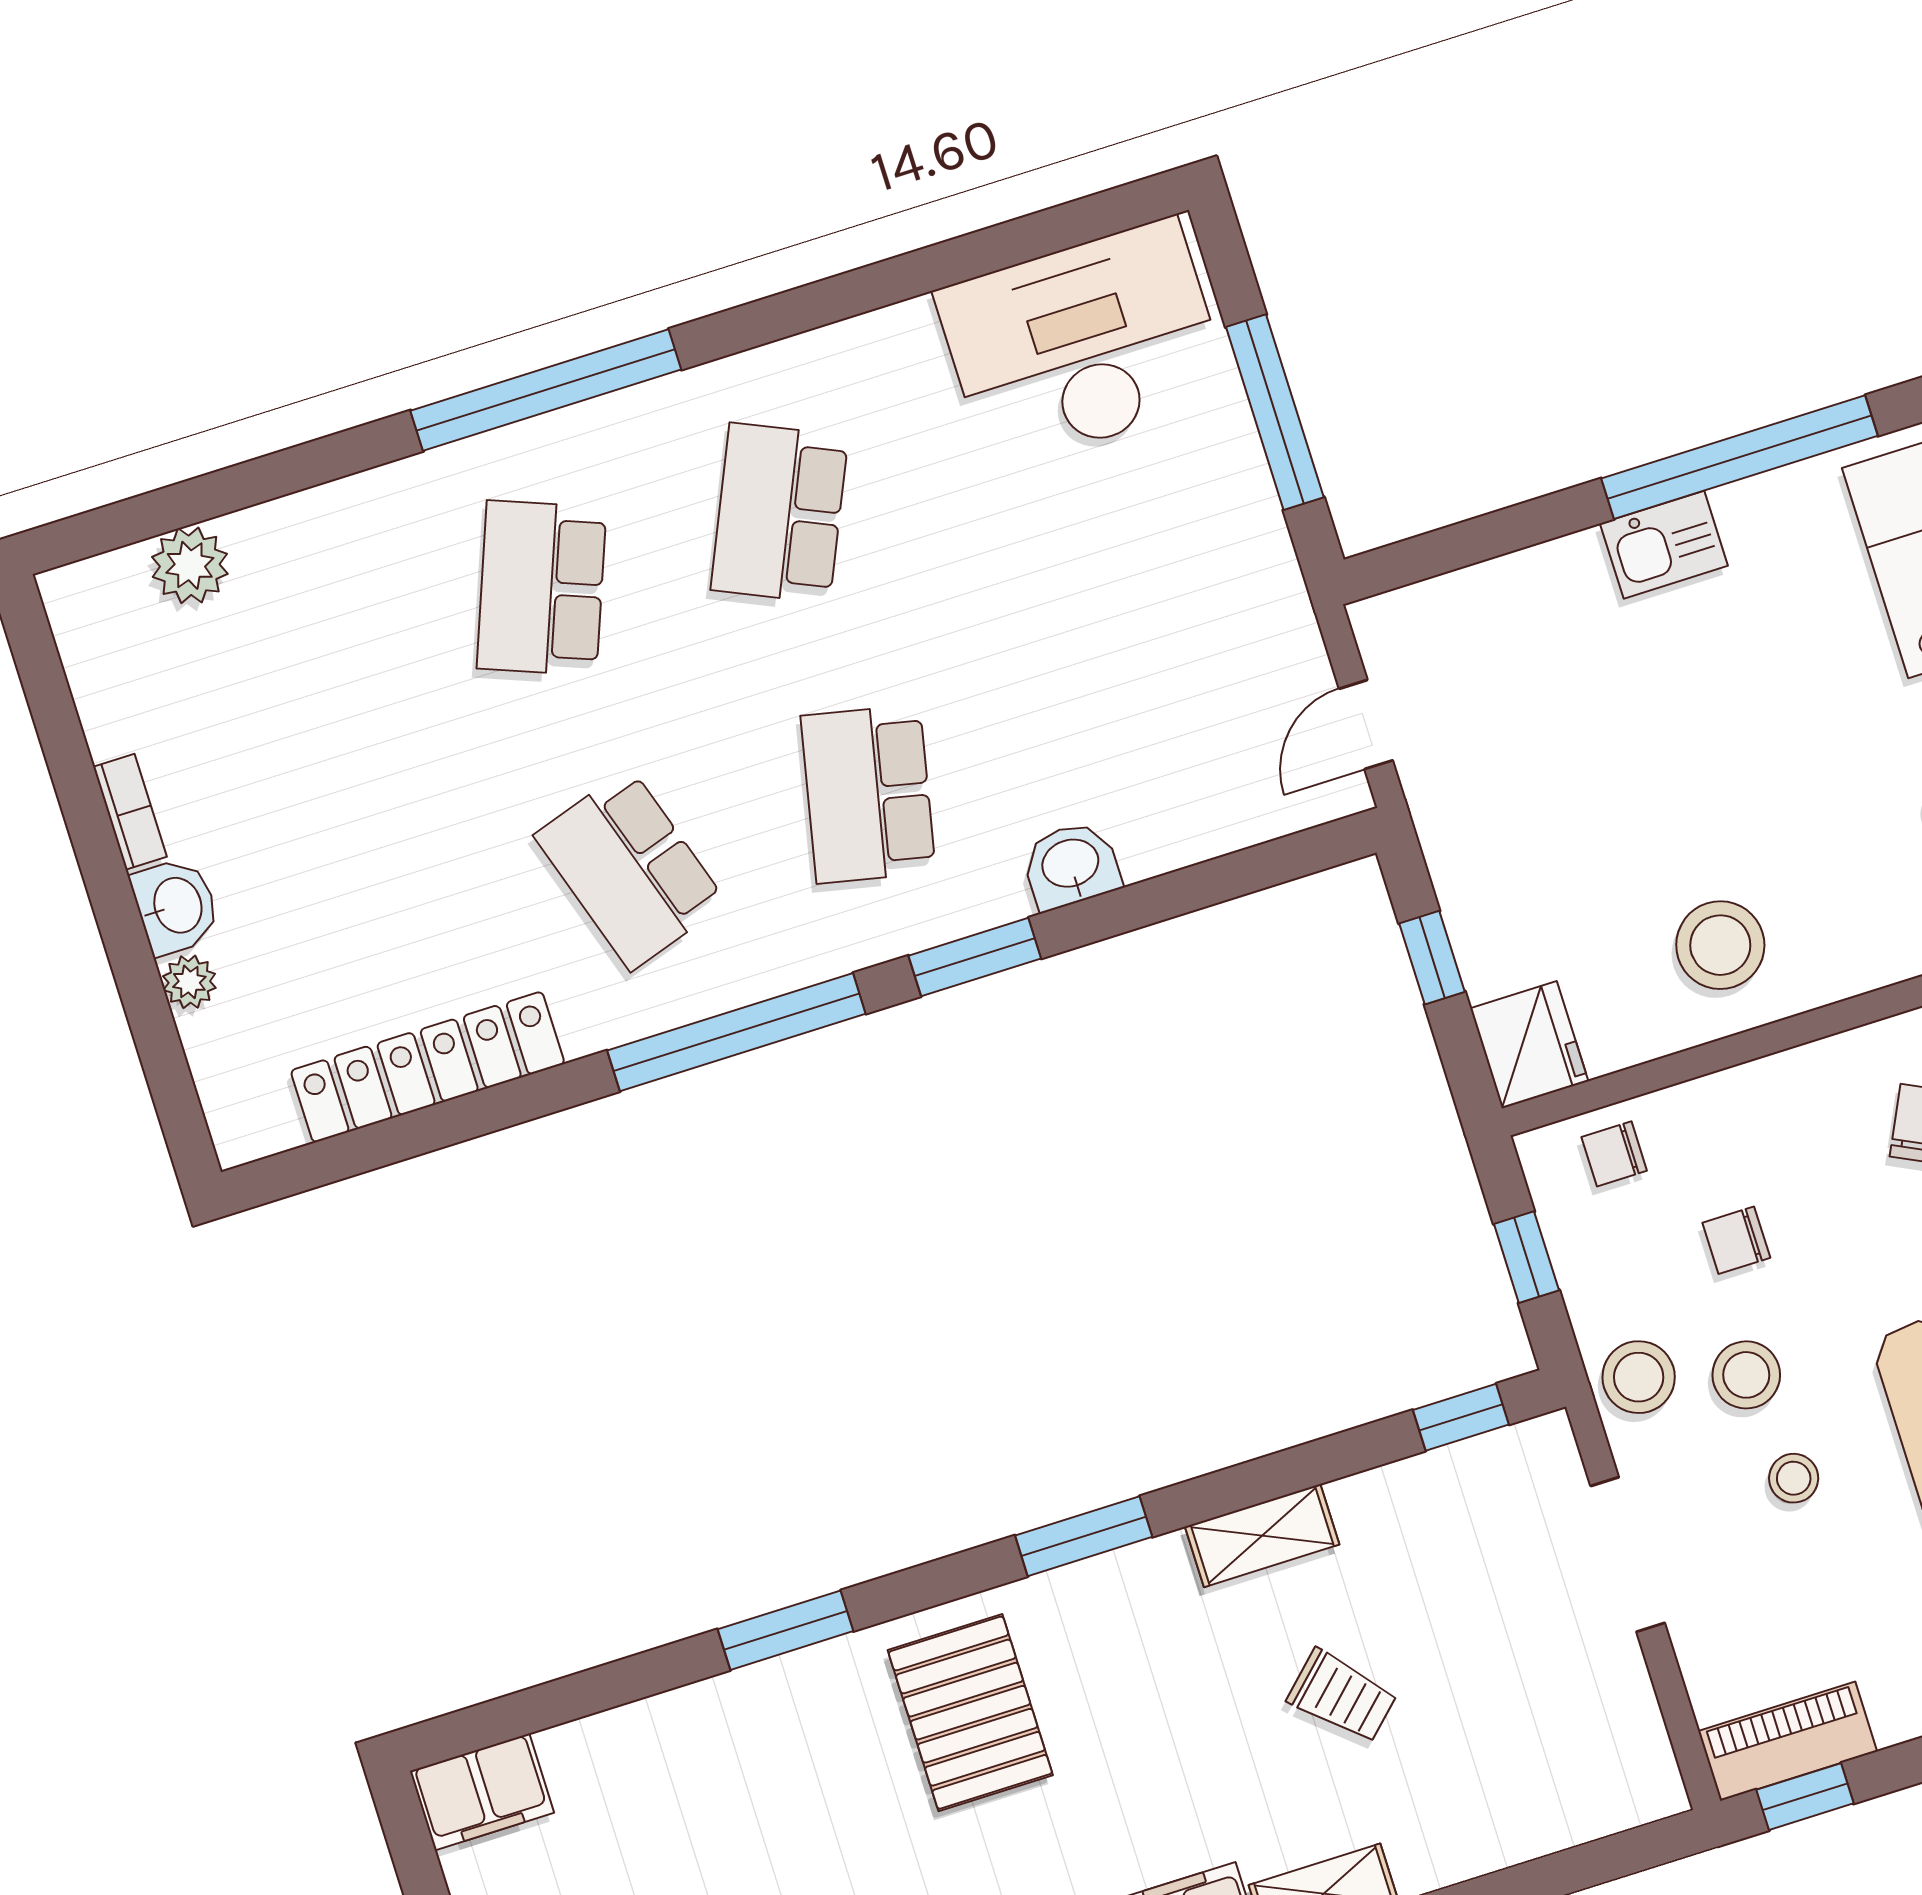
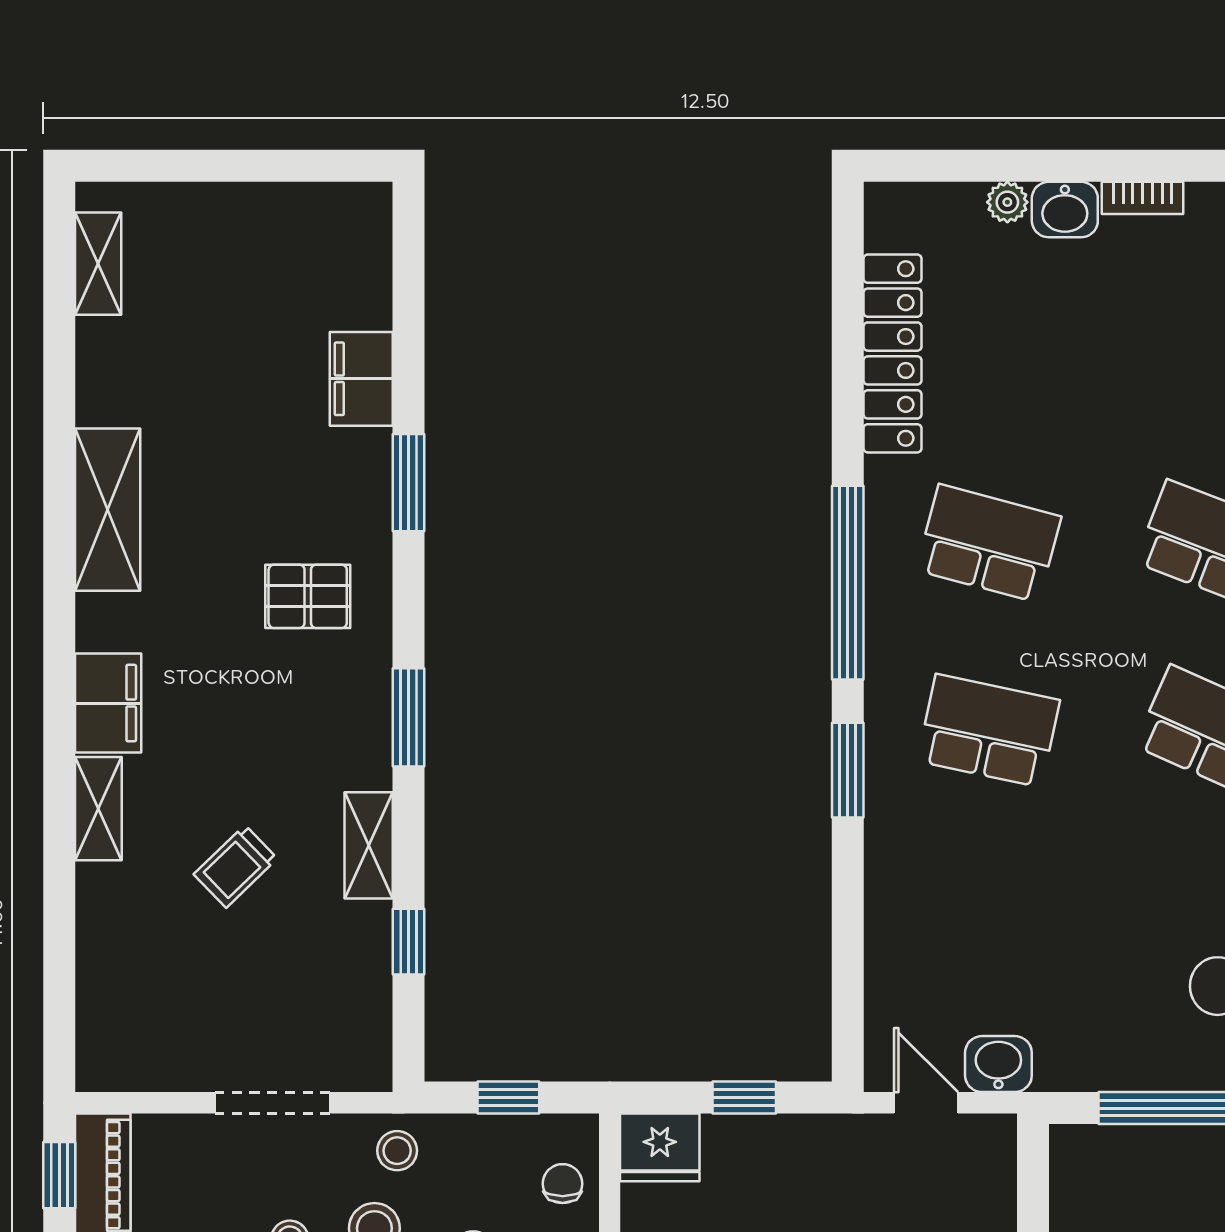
washbasin: (1071, 865) -> (998, 1064), moved, turned -90
school desk: (630, 869) -> (989, 543), turned 33
stool: (1639, 1377) -> (397, 1151), width x0.73, depth x0.73
window: (1461, 1417) -> (409, 942), moved
pallet: (970, 1713) -> (308, 596), width x0.67, depth x0.71
filing cabinet: (482, 1792) -> (361, 379), moved

